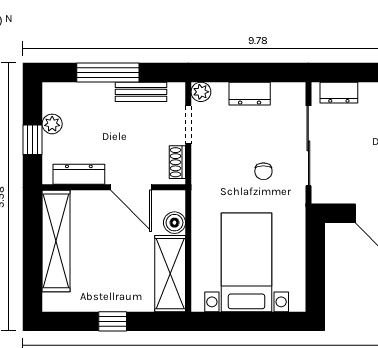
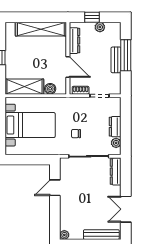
bench: (141, 92) -> (116, 60), moved
plant: (201, 92) -> (116, 143), moved
dresser: (339, 93) -> (116, 172), width x1.44
door: (131, 187) -> (68, 67), swing flipped

